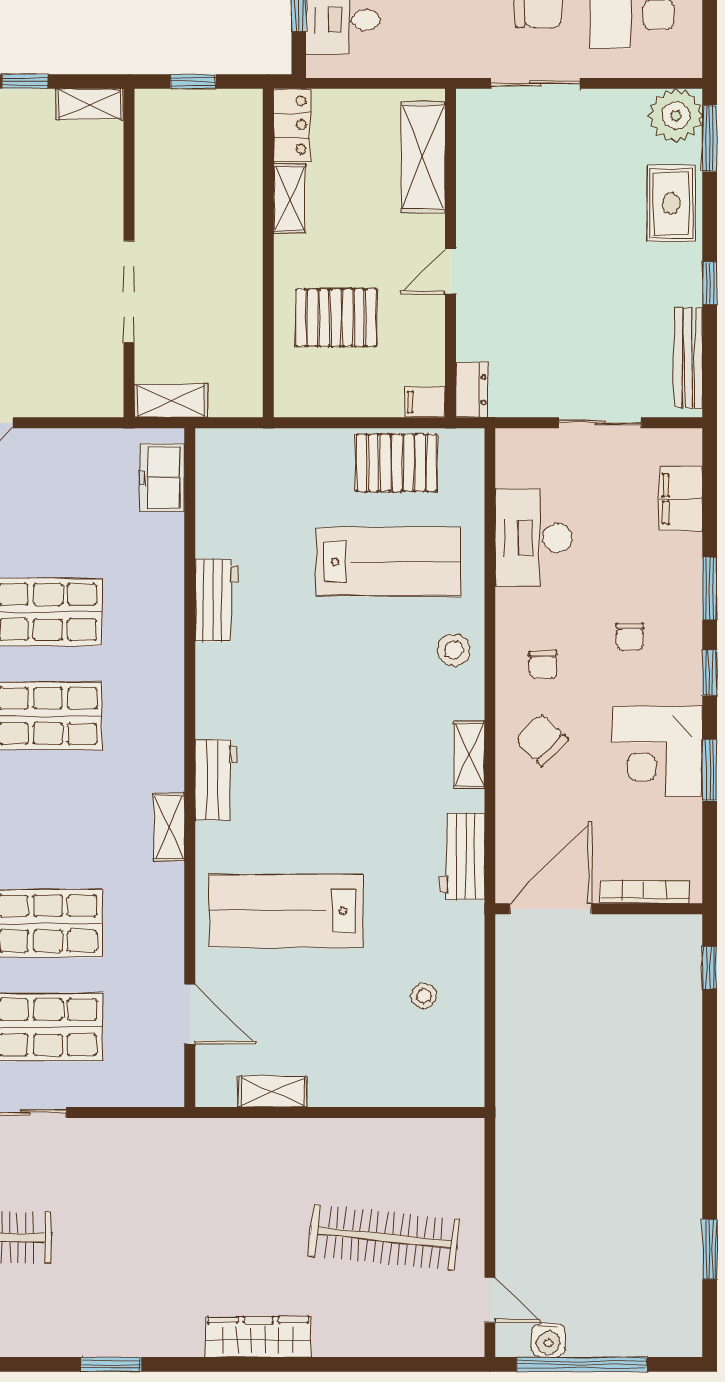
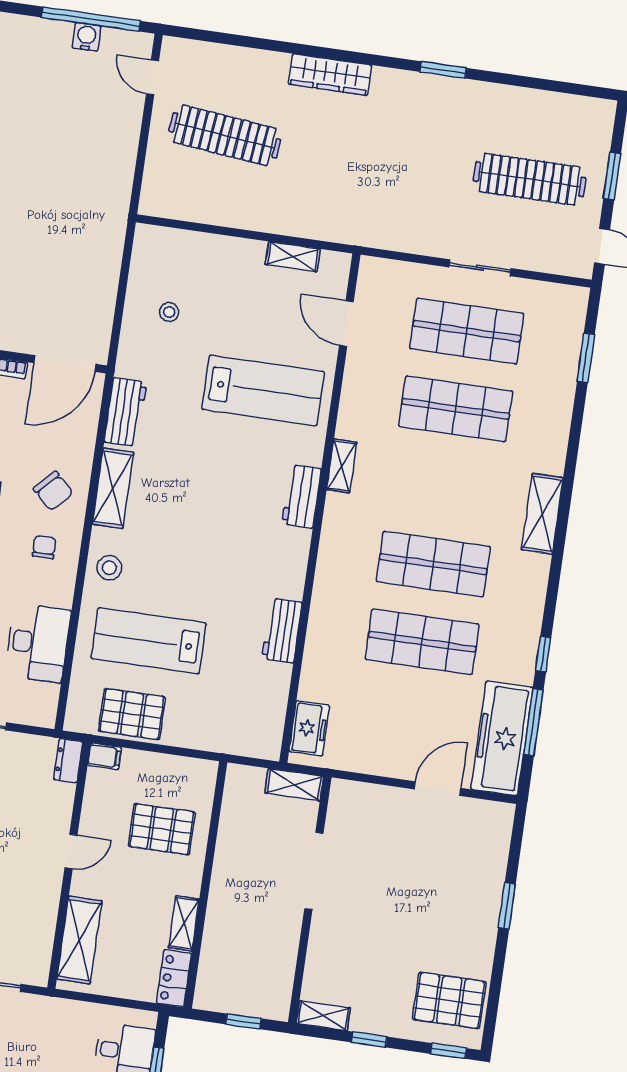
shelving: (469, 755) -> (113, 488), width x1.50, depth x1.33
water cooler: (548, 1340) -> (86, 37), moved

